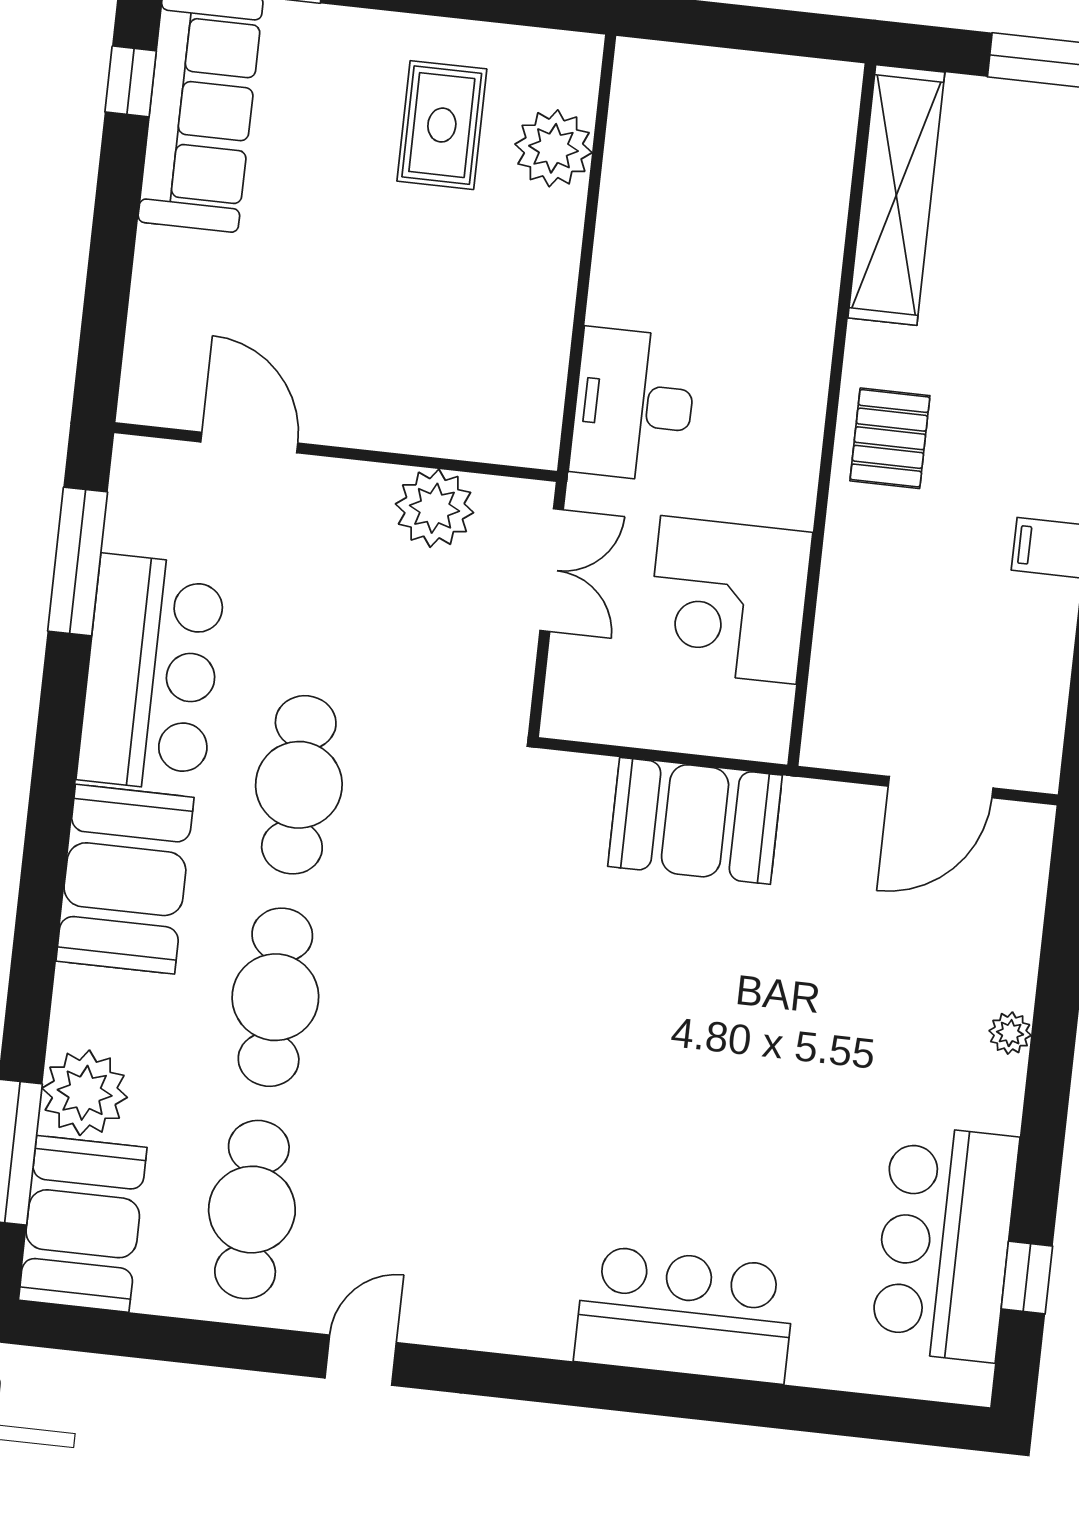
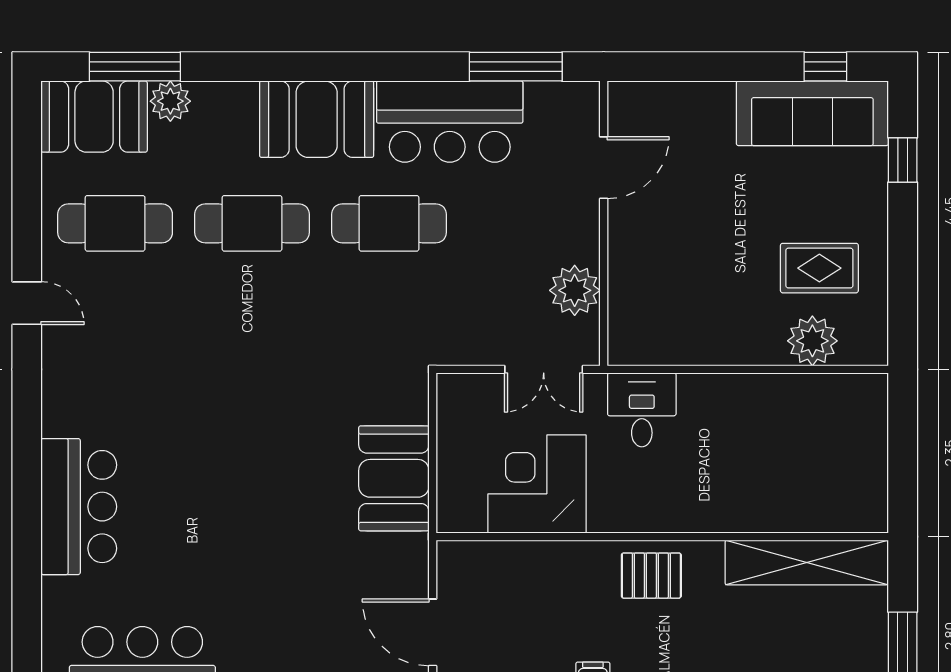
desk: (634, 405) -> (642, 410), width x0.73
plant: (85, 1093) -> (170, 101), width x0.73, depth x0.73

